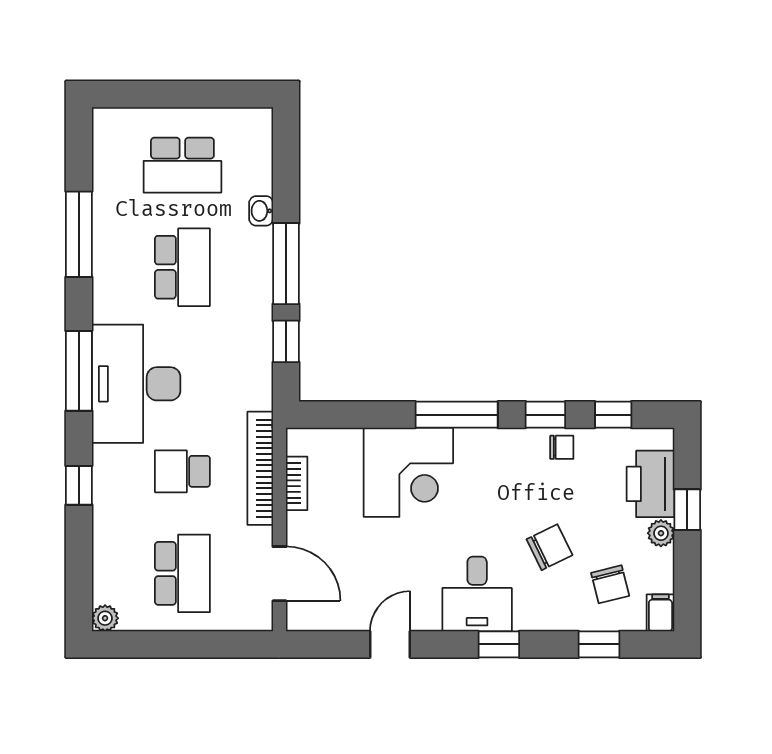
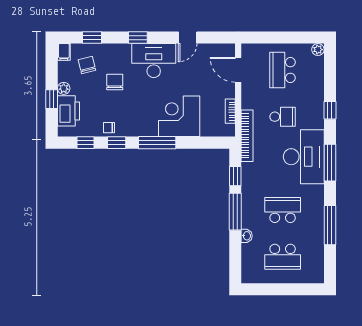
school desk: (182, 165) -> (283, 257), turned 180
school desk: (182, 267) -> (283, 210), turned 90
bookcase: (260, 468) -> (247, 136), moved
chair: (549, 547) -> (115, 82), turned 116
desk: (477, 594) -> (154, 61), width x1.37

